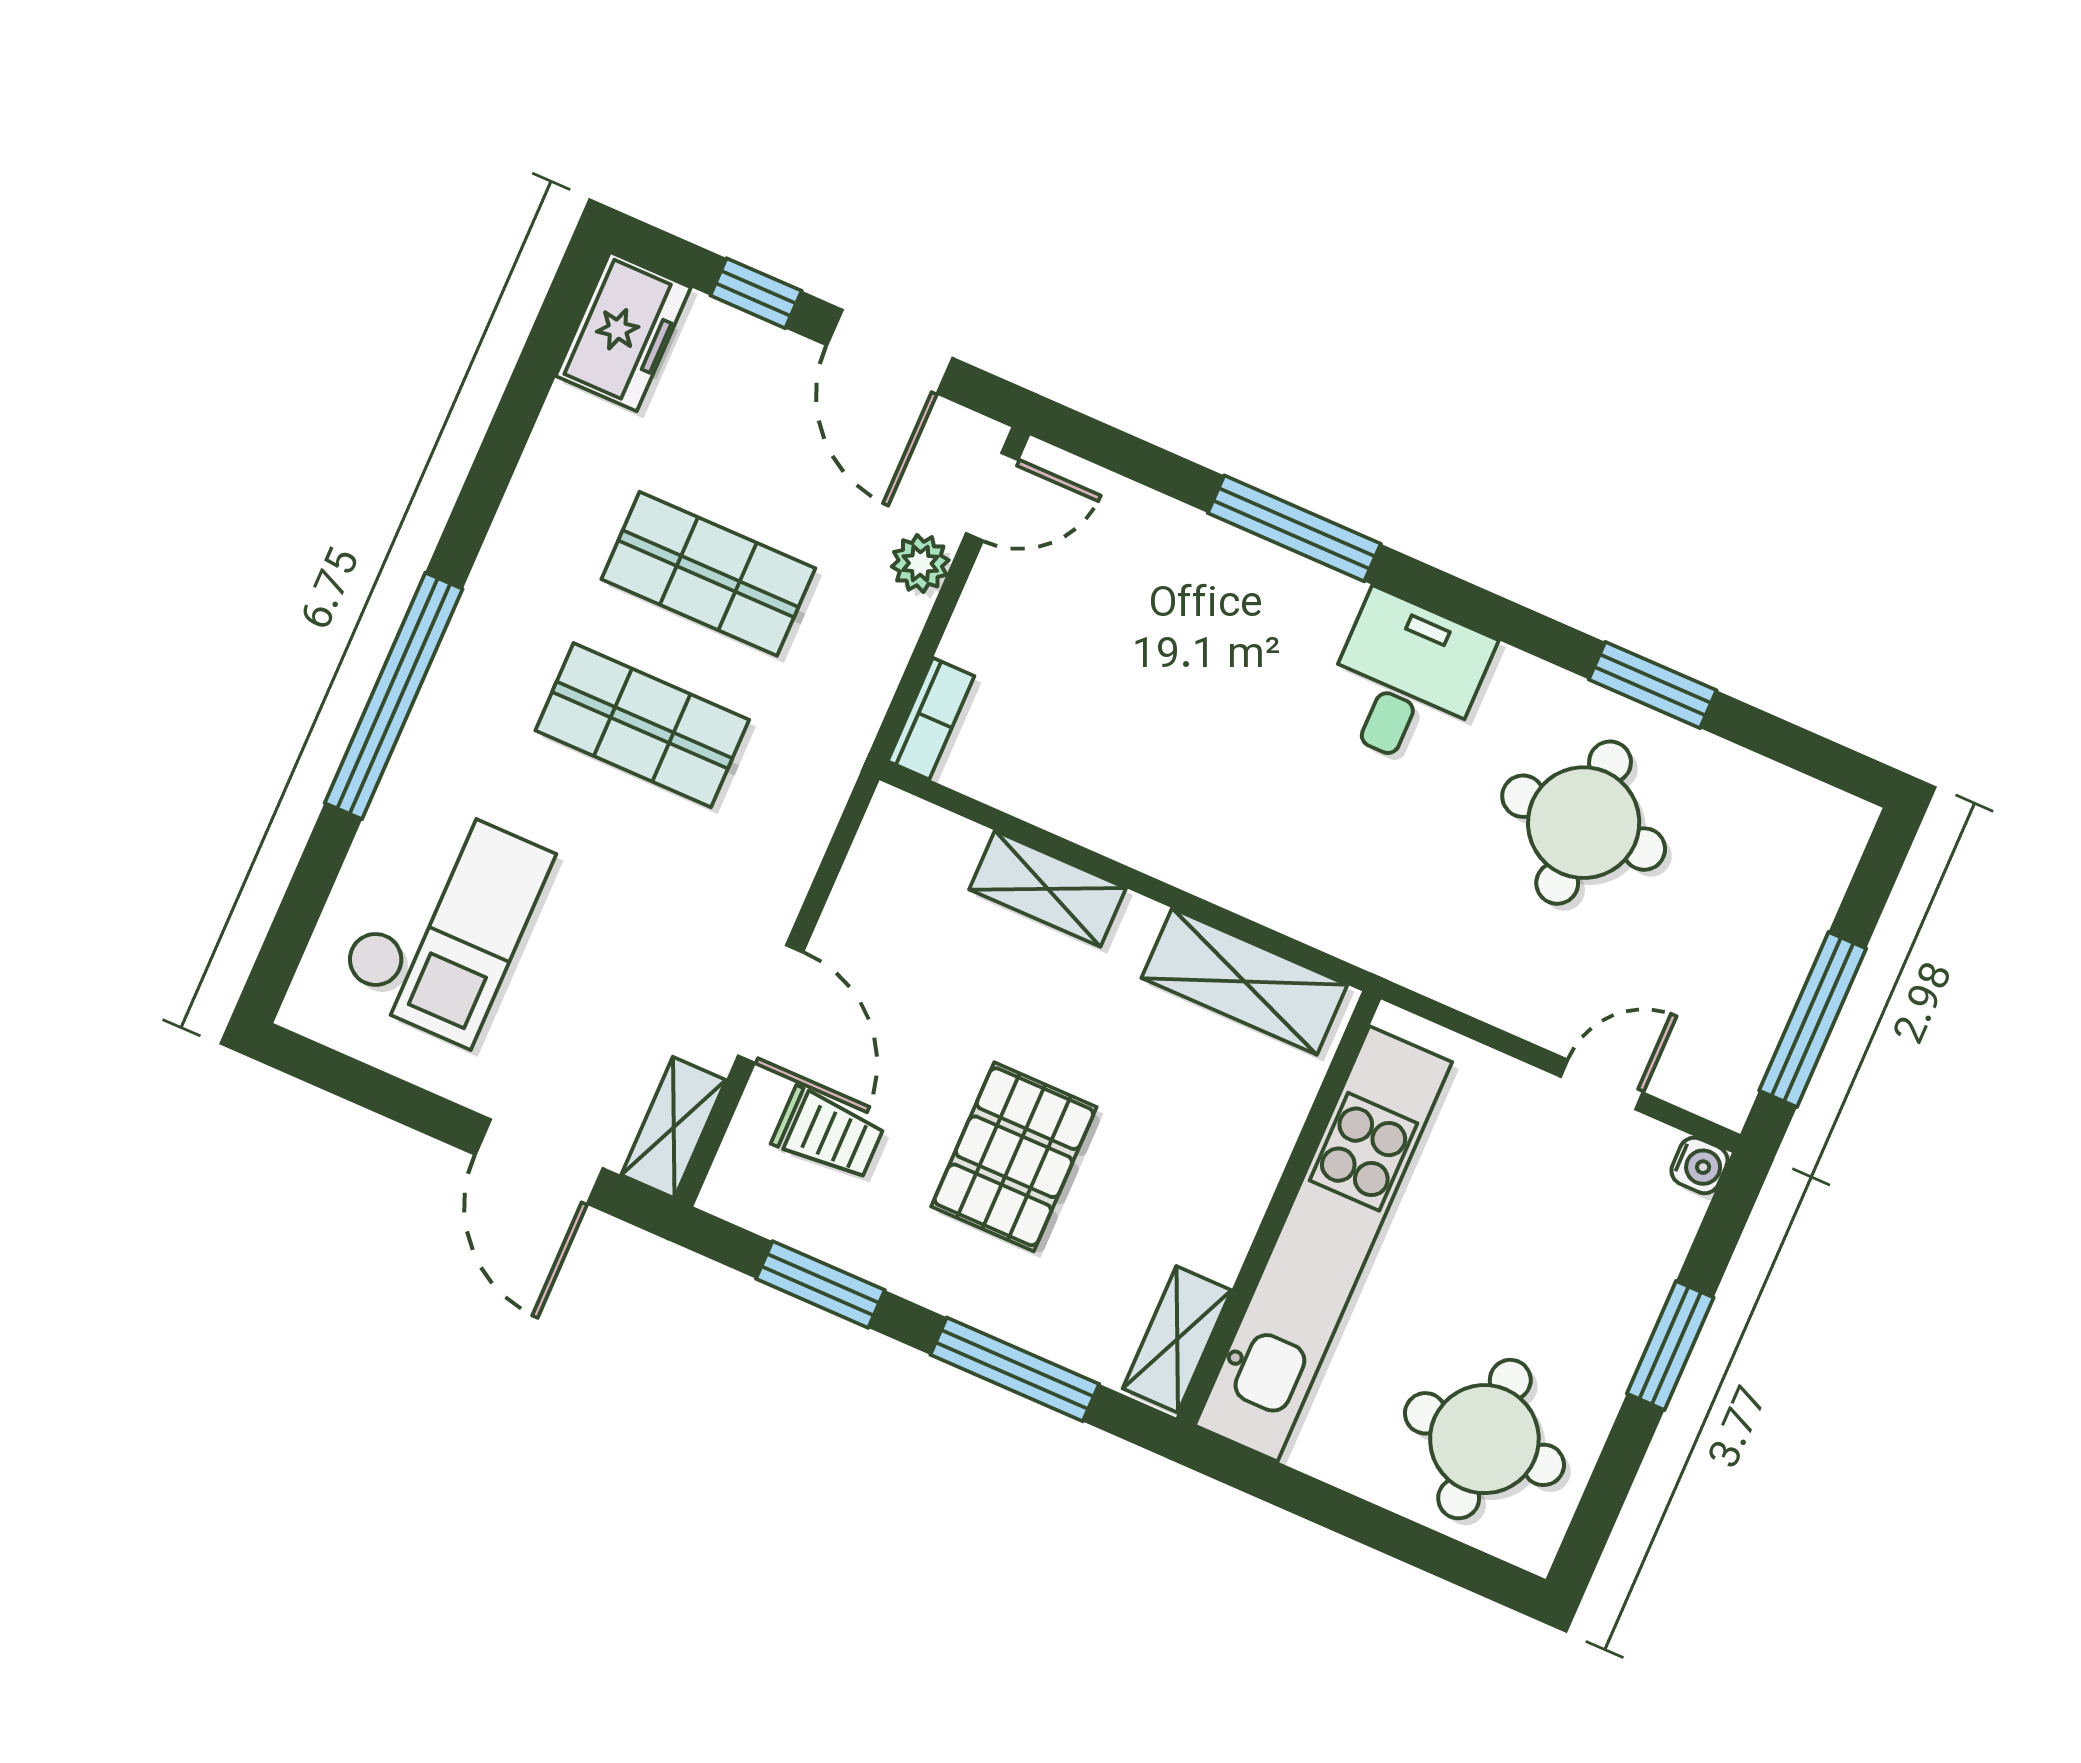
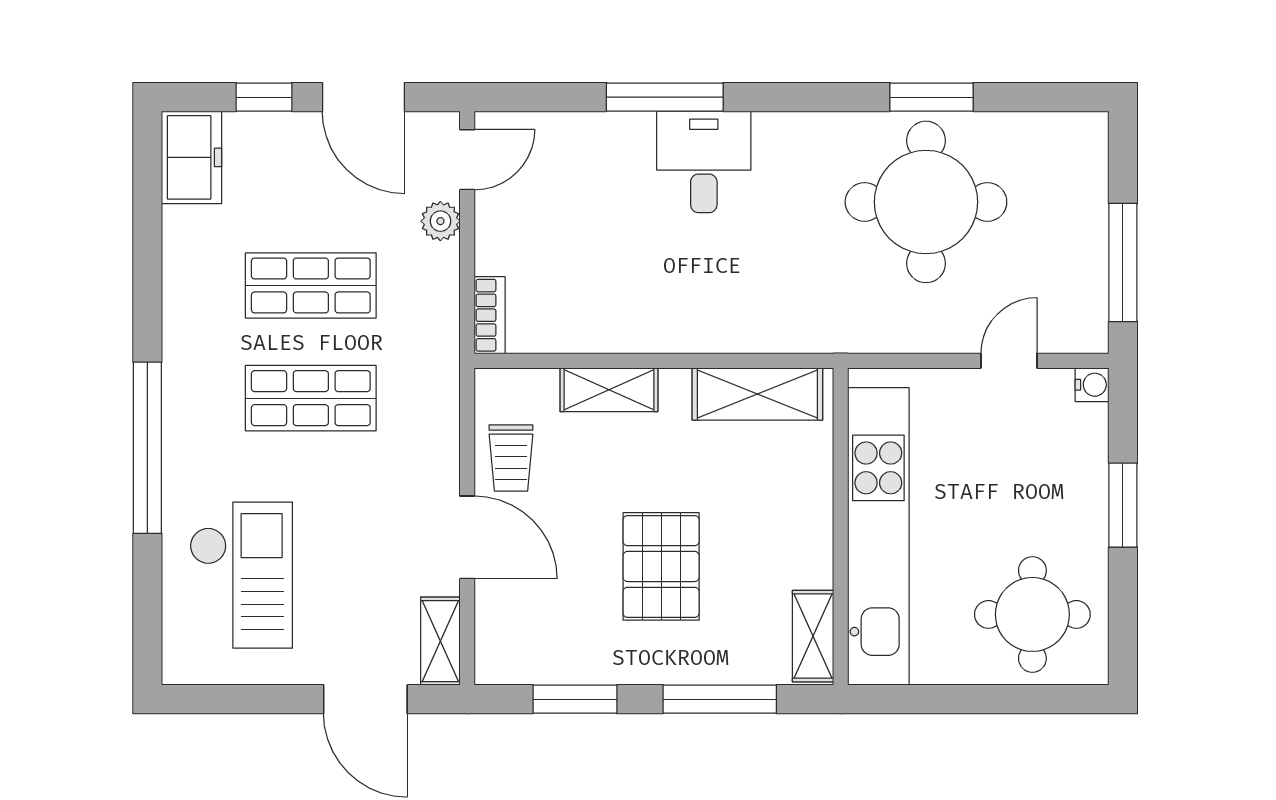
desk: (1406, 681) -> (704, 162), moved
round table: (1584, 823) -> (926, 202), width x1.36, depth x1.36
trolley: (828, 1134) -> (511, 458), moved, turned 90

